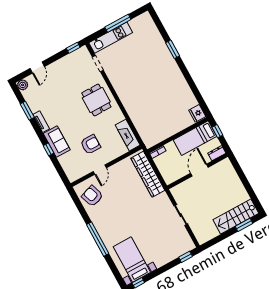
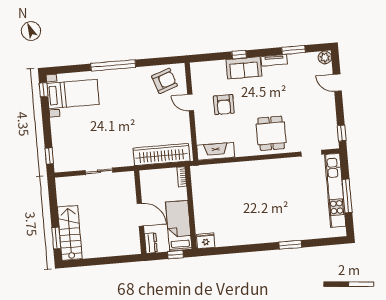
kitchen unit: (111, 38) -> (335, 190), width x1.36
dining table: (96, 100) -> (271, 133), turned 90

